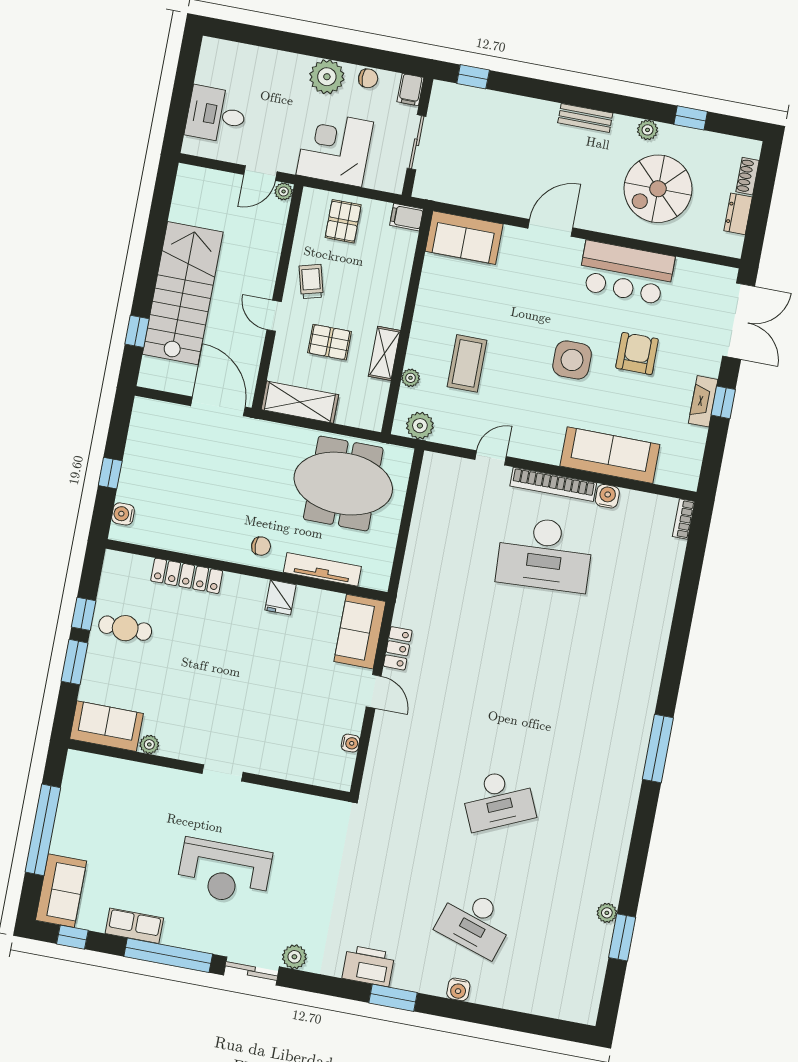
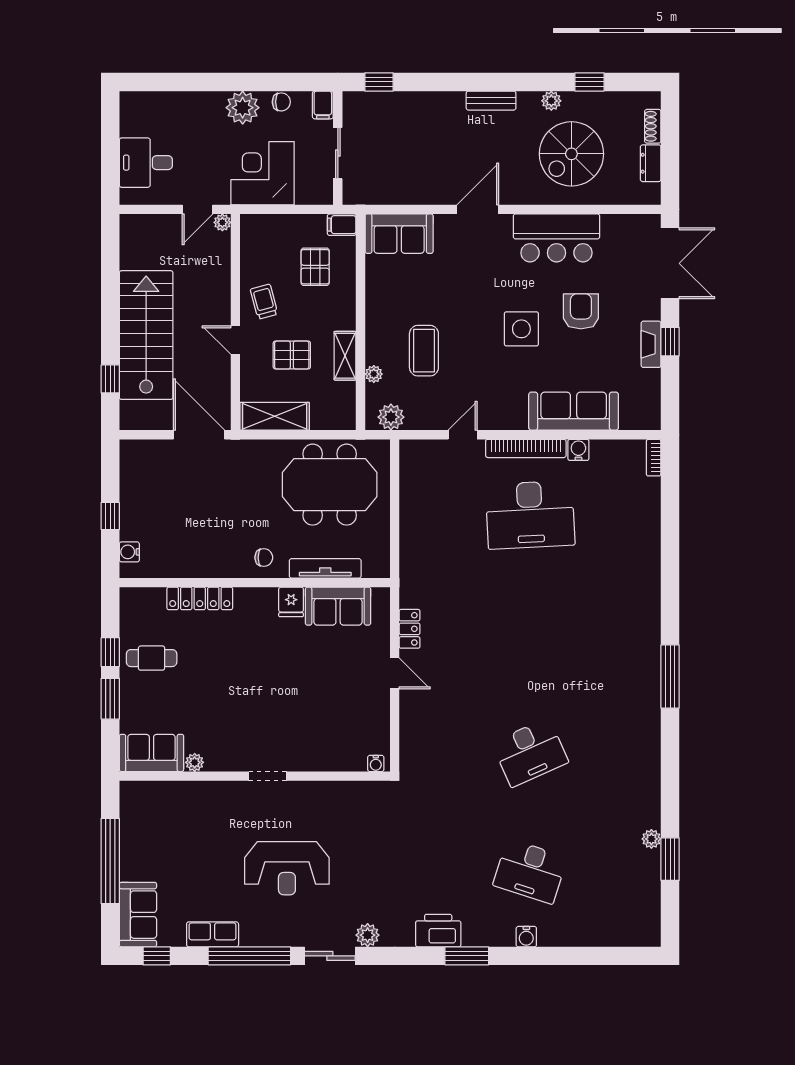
pallet: (343, 221) -> (315, 267), moved
sofa: (360, 632) -> (338, 606), moved, turned -90
water cooler: (350, 743) -> (376, 763), moved, turned 90

